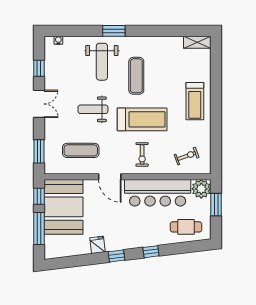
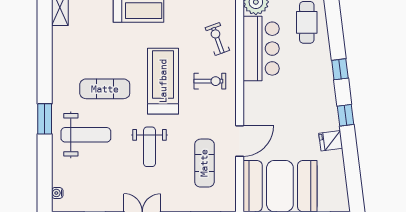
exercise bike: (187, 156) -> (217, 39), moved
door: (110, 177) -> (240, 141), moved
bar counter: (158, 193) -> (261, 49), width x0.73

